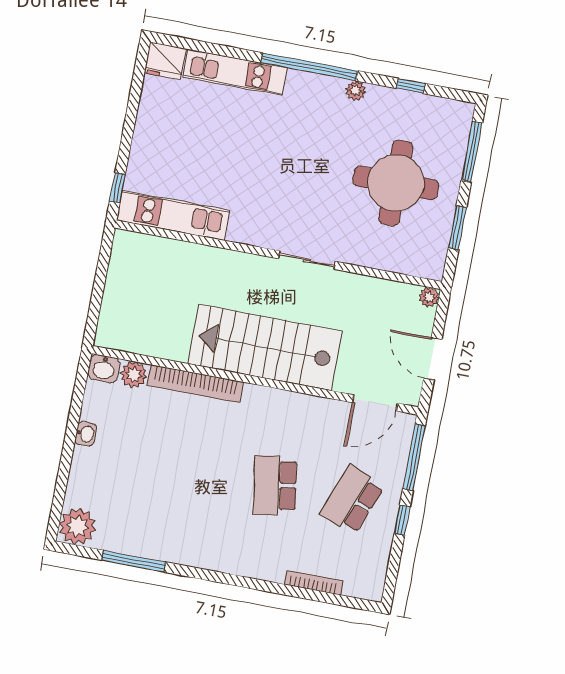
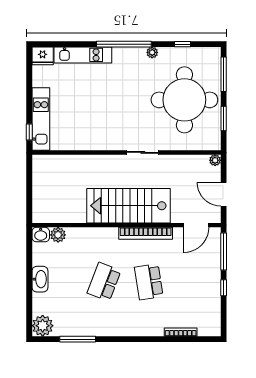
round table: (396, 183) -> (184, 100), width x1.36, depth x1.36
kitchen unit: (173, 215) -> (41, 119), moved, turned 90
bookcase: (195, 384) -> (146, 233), moved
washbasin: (86, 434) -> (40, 279), width x1.91, depth x1.45
school desk: (352, 500) -> (104, 282), moved

